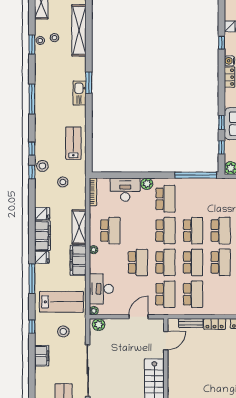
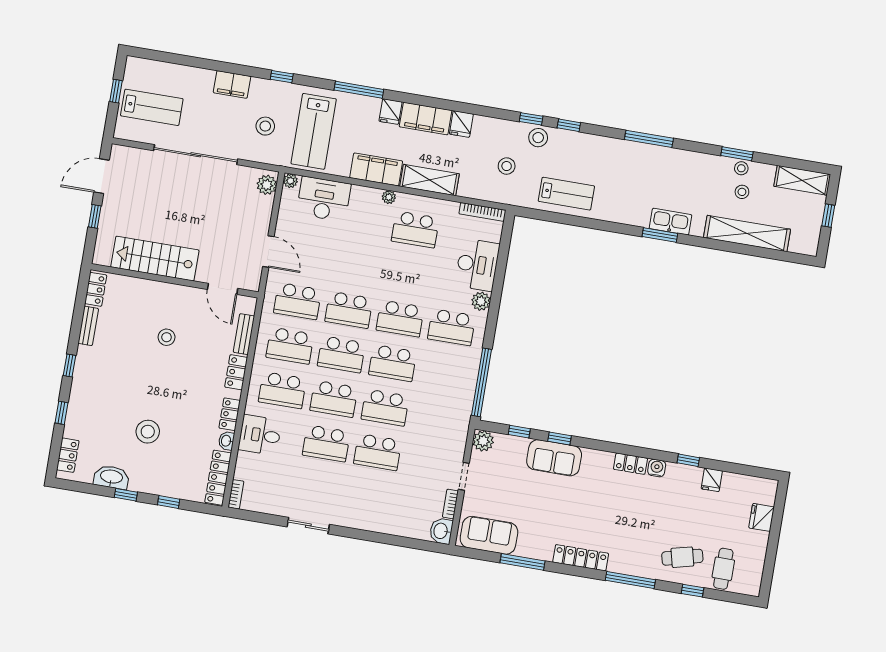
kitchen sink: (80, 93) -> (671, 222), moved
school desk: (138, 262) -> (282, 390), moved
stool: (201, 369) -> (167, 337), added

